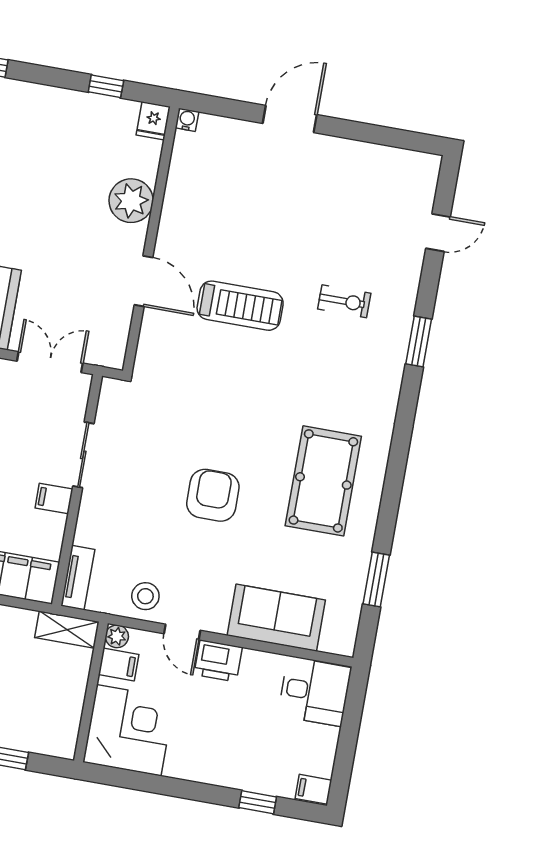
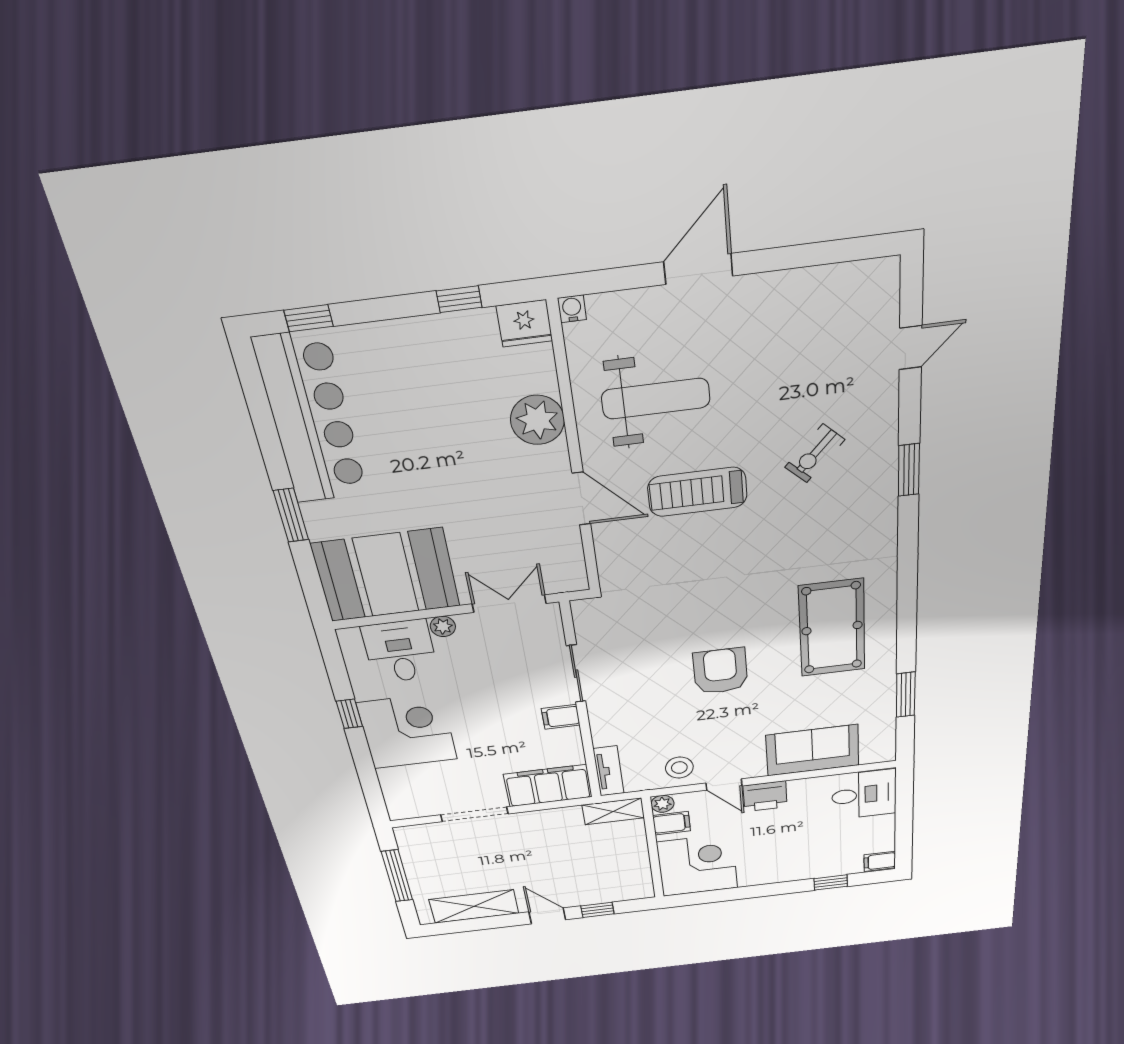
fridge: (153, 121) -> (524, 323), width x1.38
weight bench: (229, 212) -> (656, 399), added
exercise bike: (344, 301) -> (815, 453), turned 133
treadmill: (240, 306) -> (697, 492), turned 180

